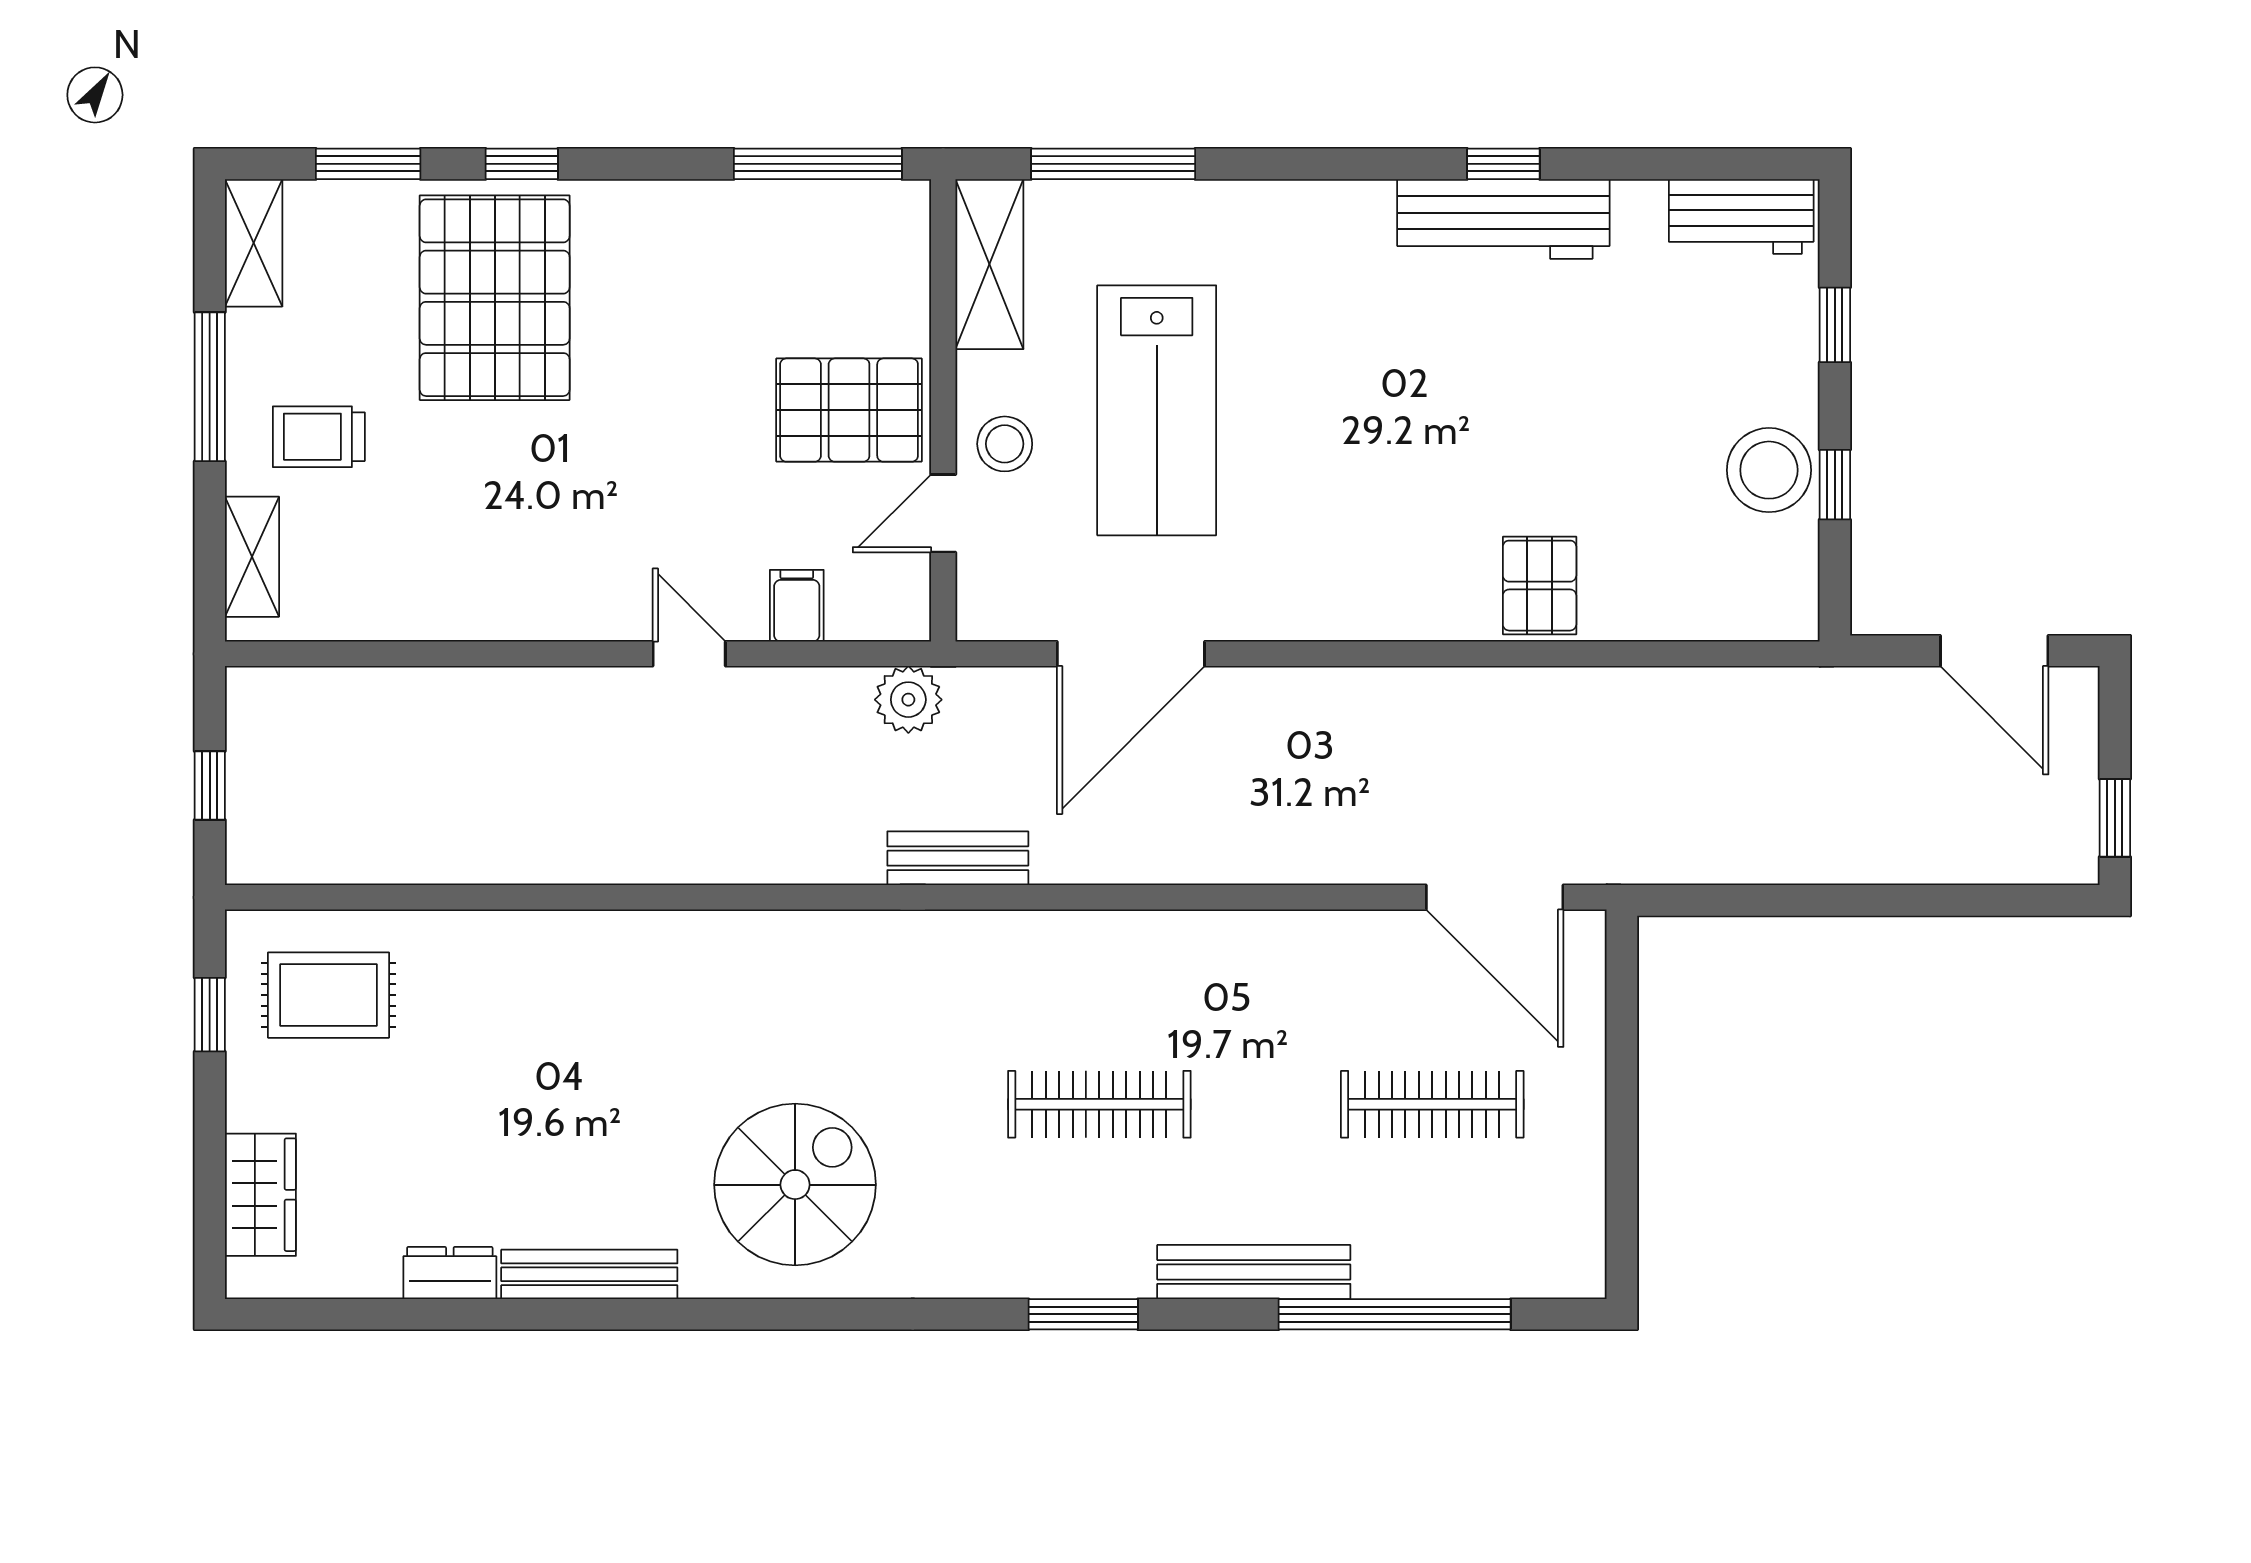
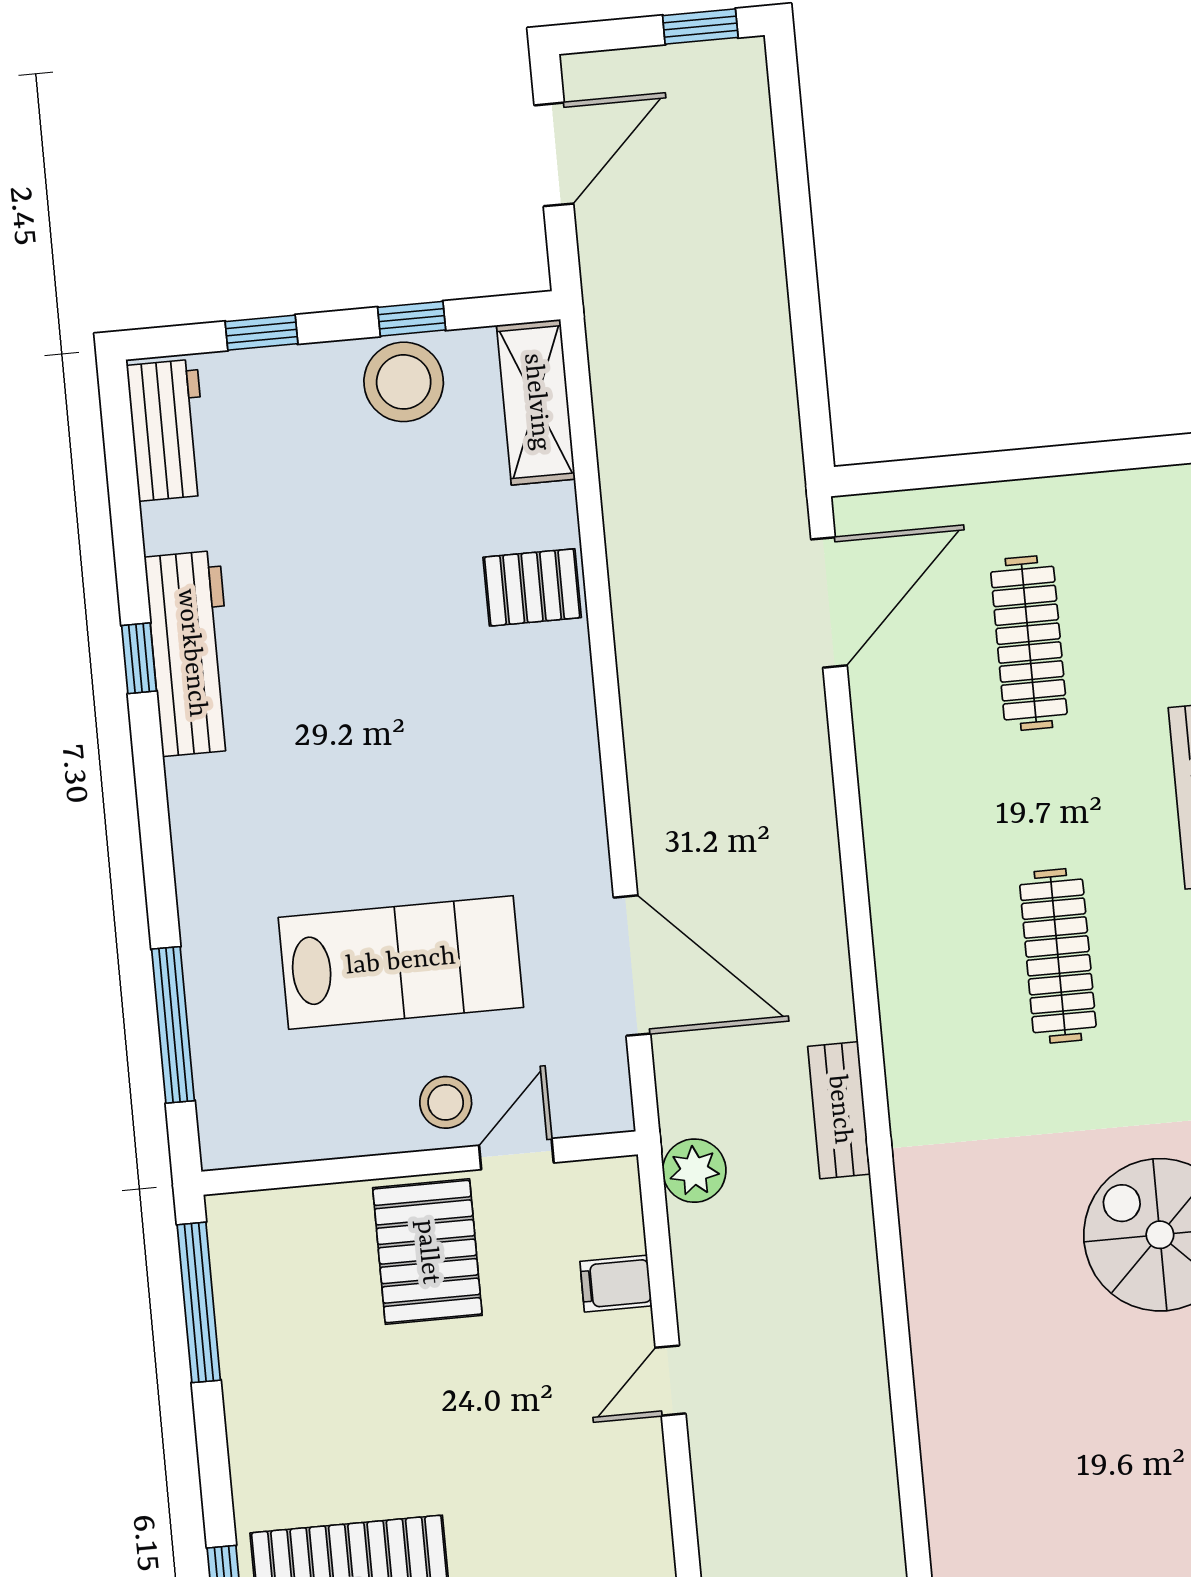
shelving: (989, 264) -> (536, 402), moved, turned 90
door: (943, 513) -> (516, 1154), swing flipped

